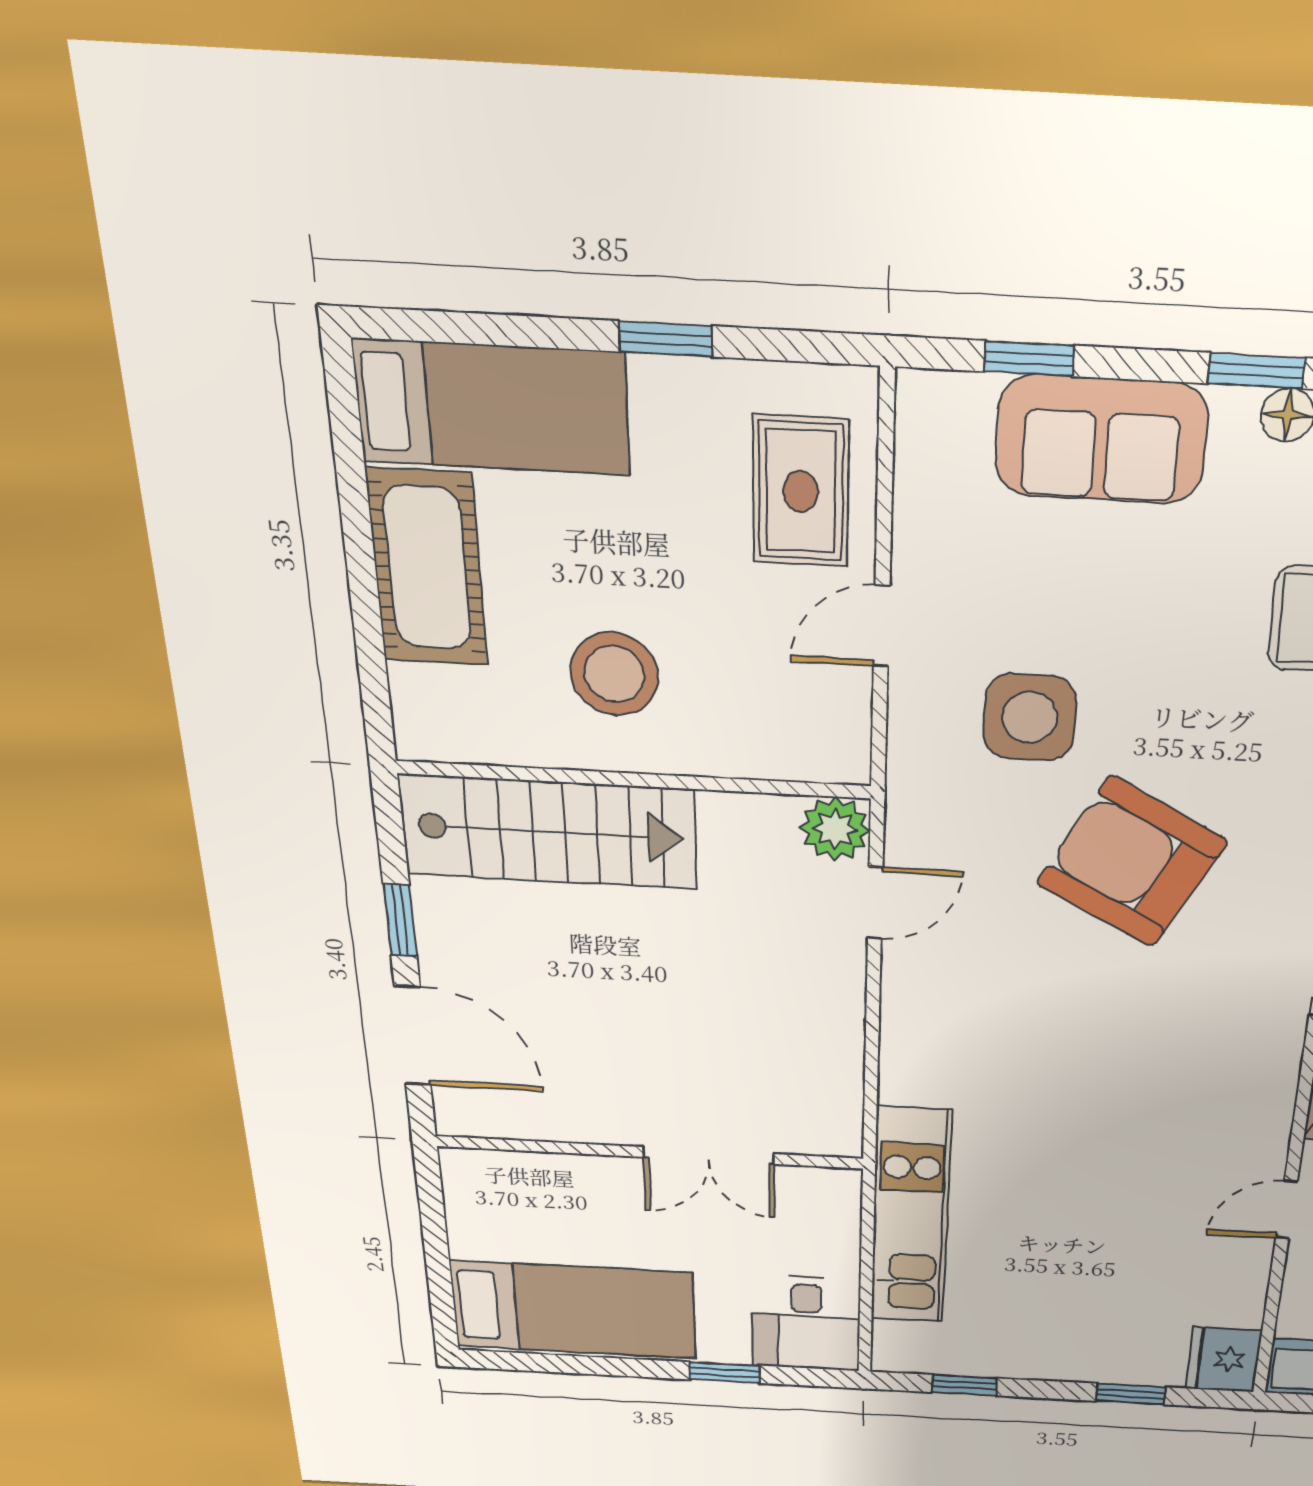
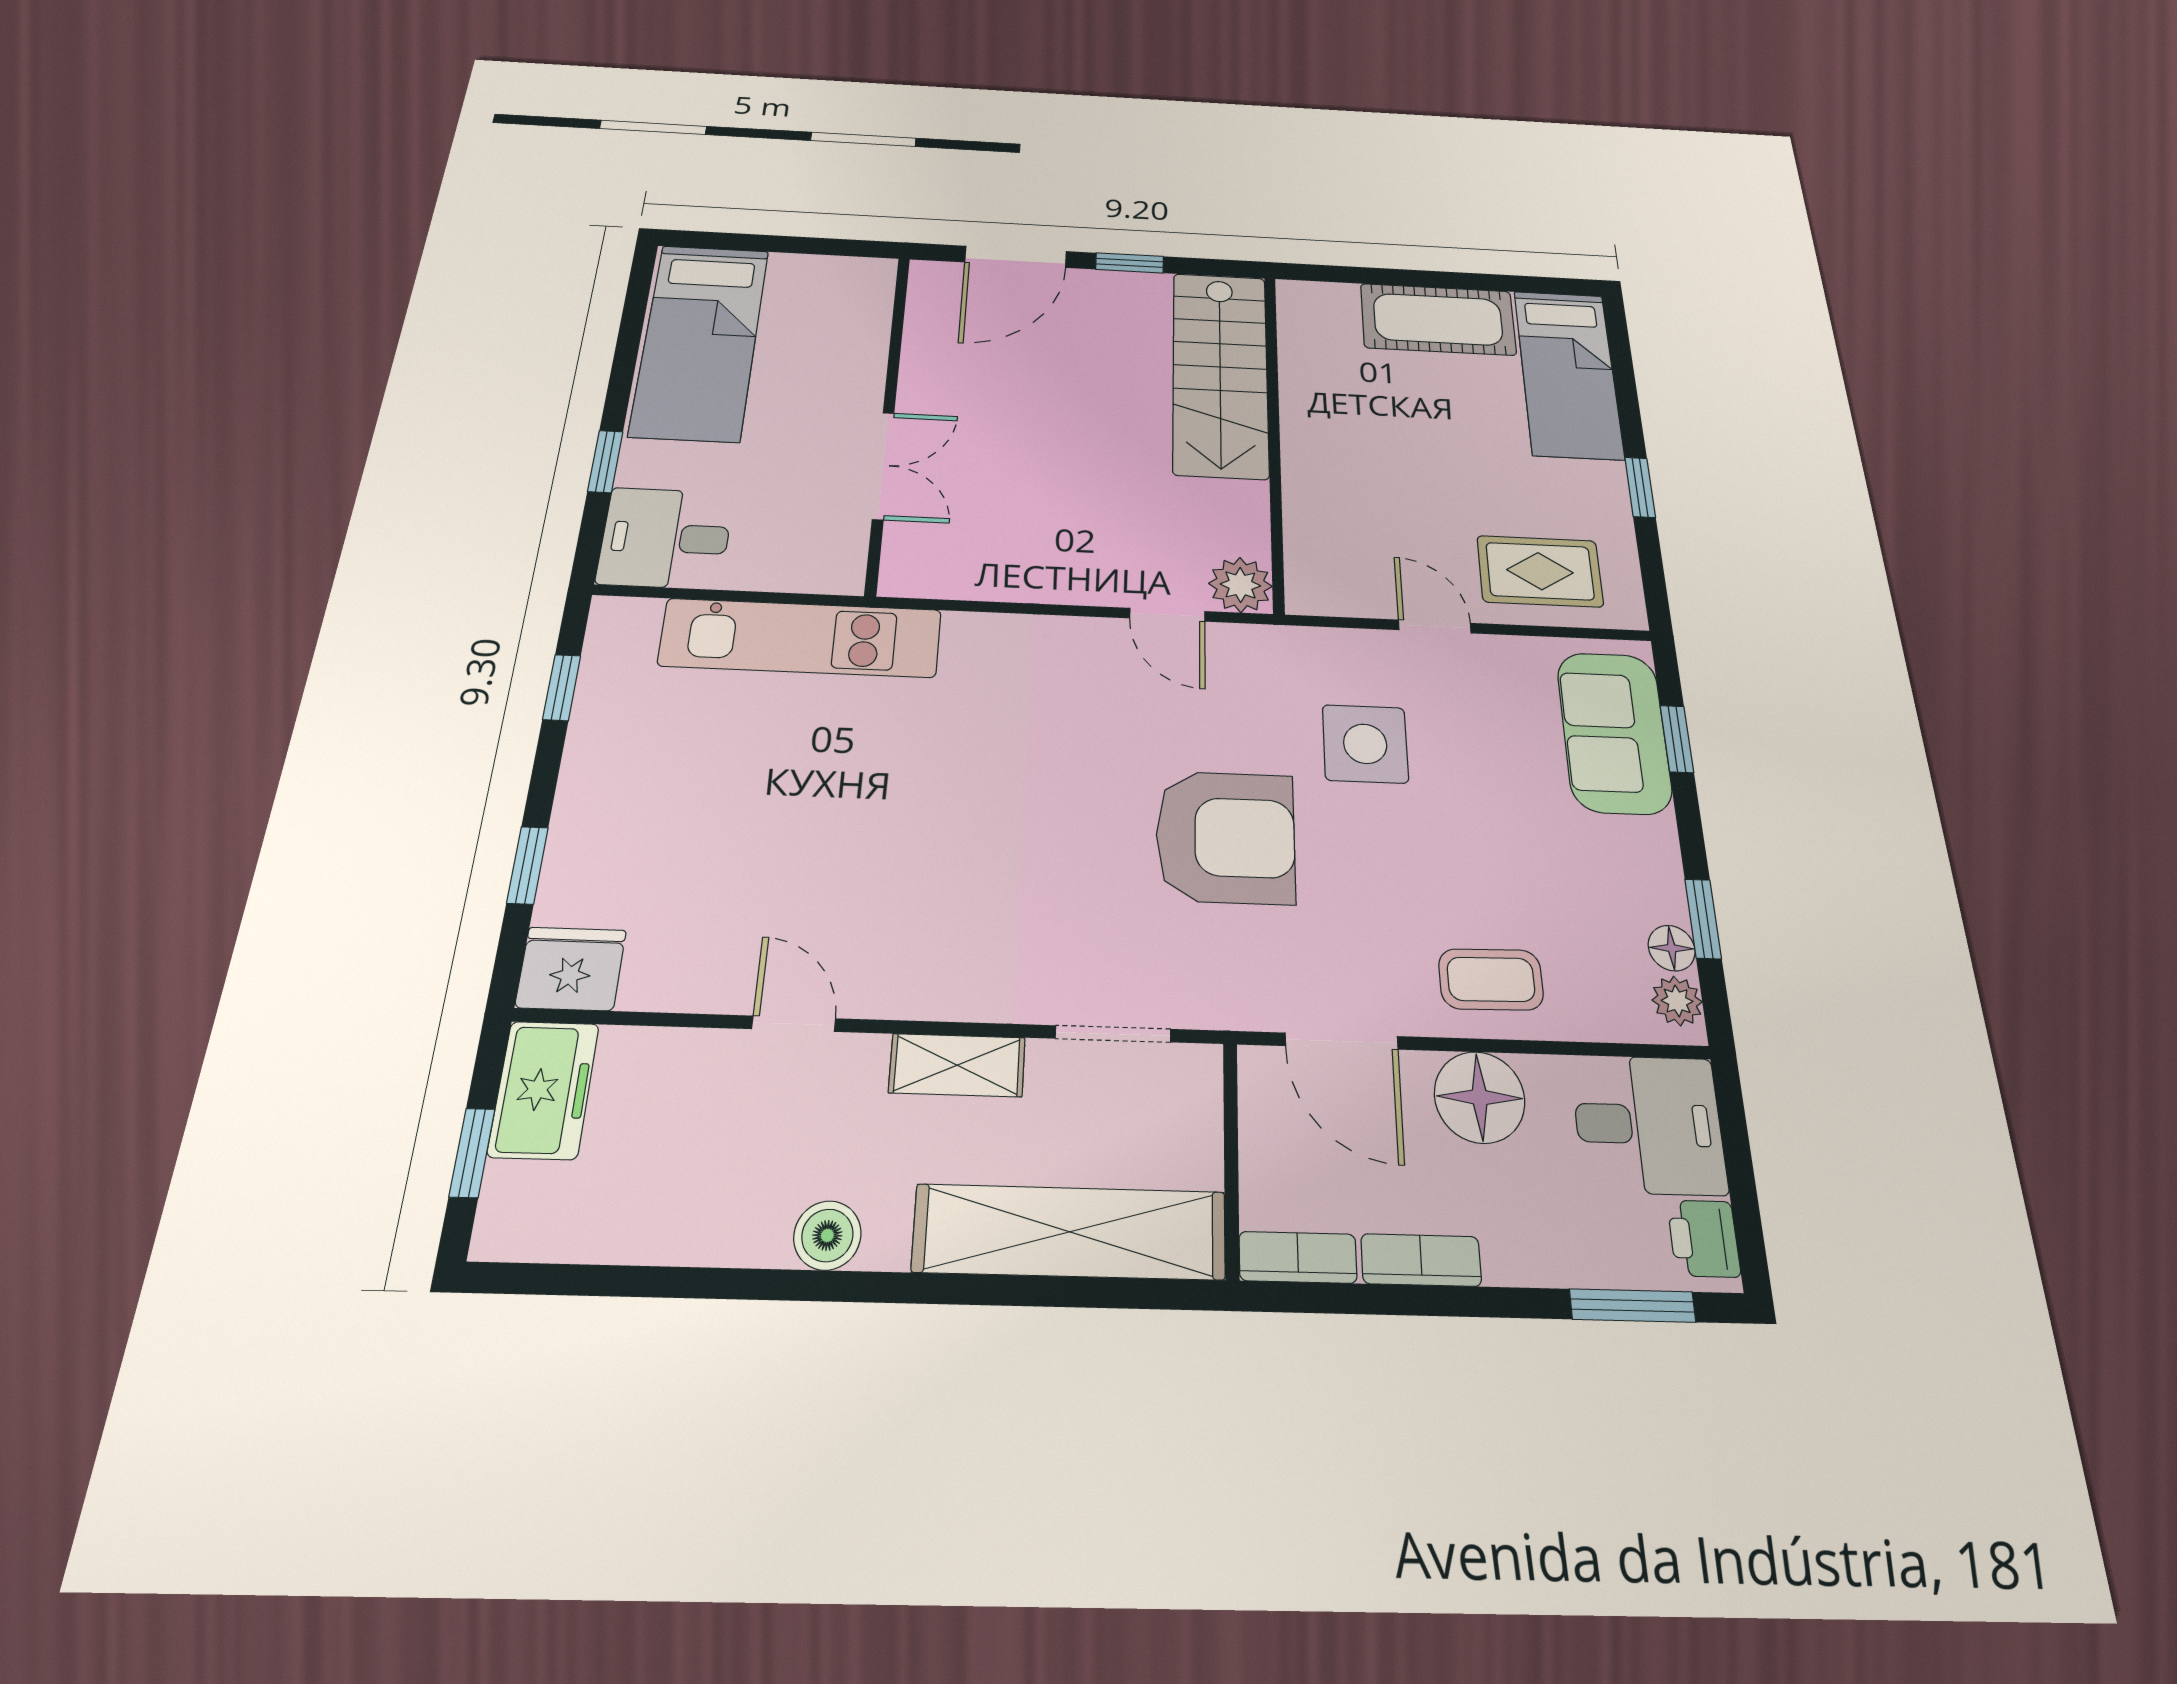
sofa: (1101, 440) -> (1614, 732), moved
stool: (614, 674) -> (1367, 432), removed
armchair: (1132, 862) -> (1225, 837), turned 62
double door: (709, 1155) -> (883, 466), swing flipped

